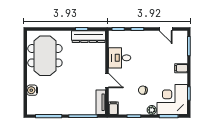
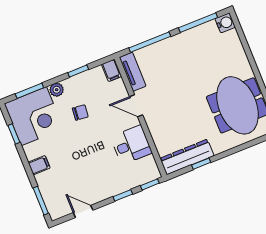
water cooler: (32, 90) -> (225, 23), moved

